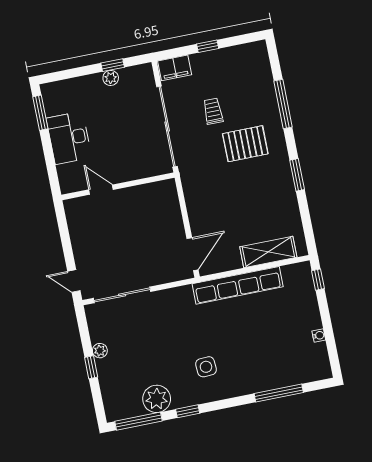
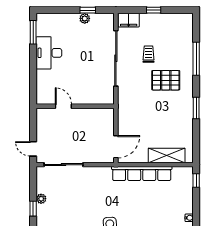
wall: (118, 186) -> (75, 106), moved
door: (101, 190) -> (63, 106), moved

